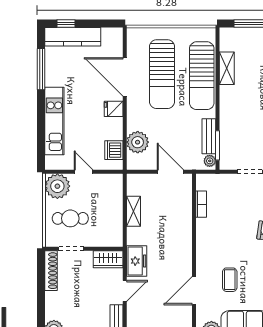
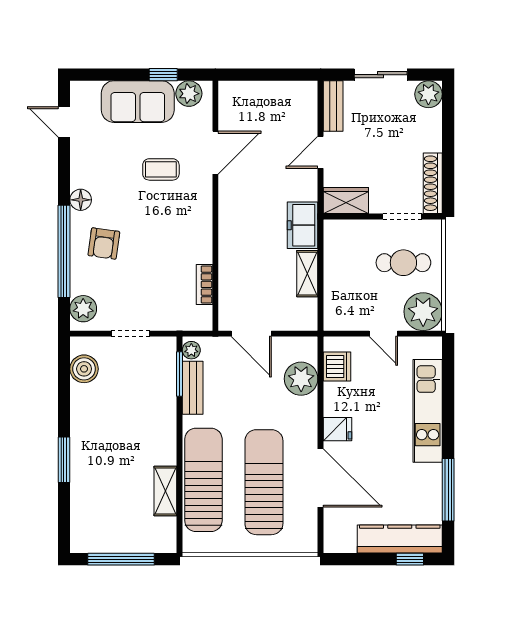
freezer: (137, 261) -> (303, 225), moved
coffee table: (230, 280) -> (161, 169), turned 90

